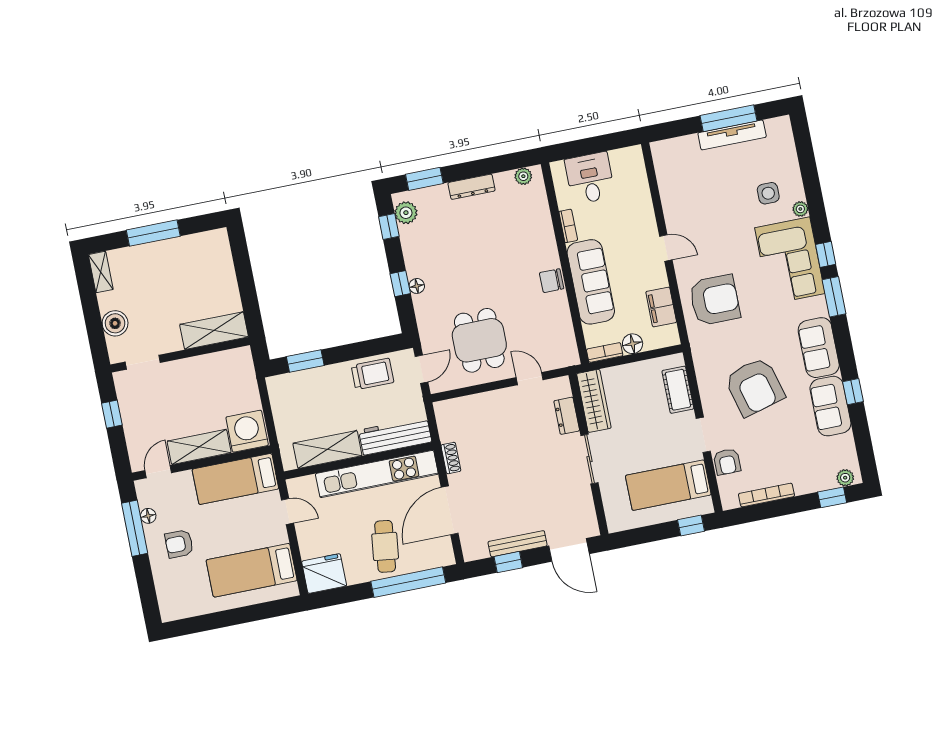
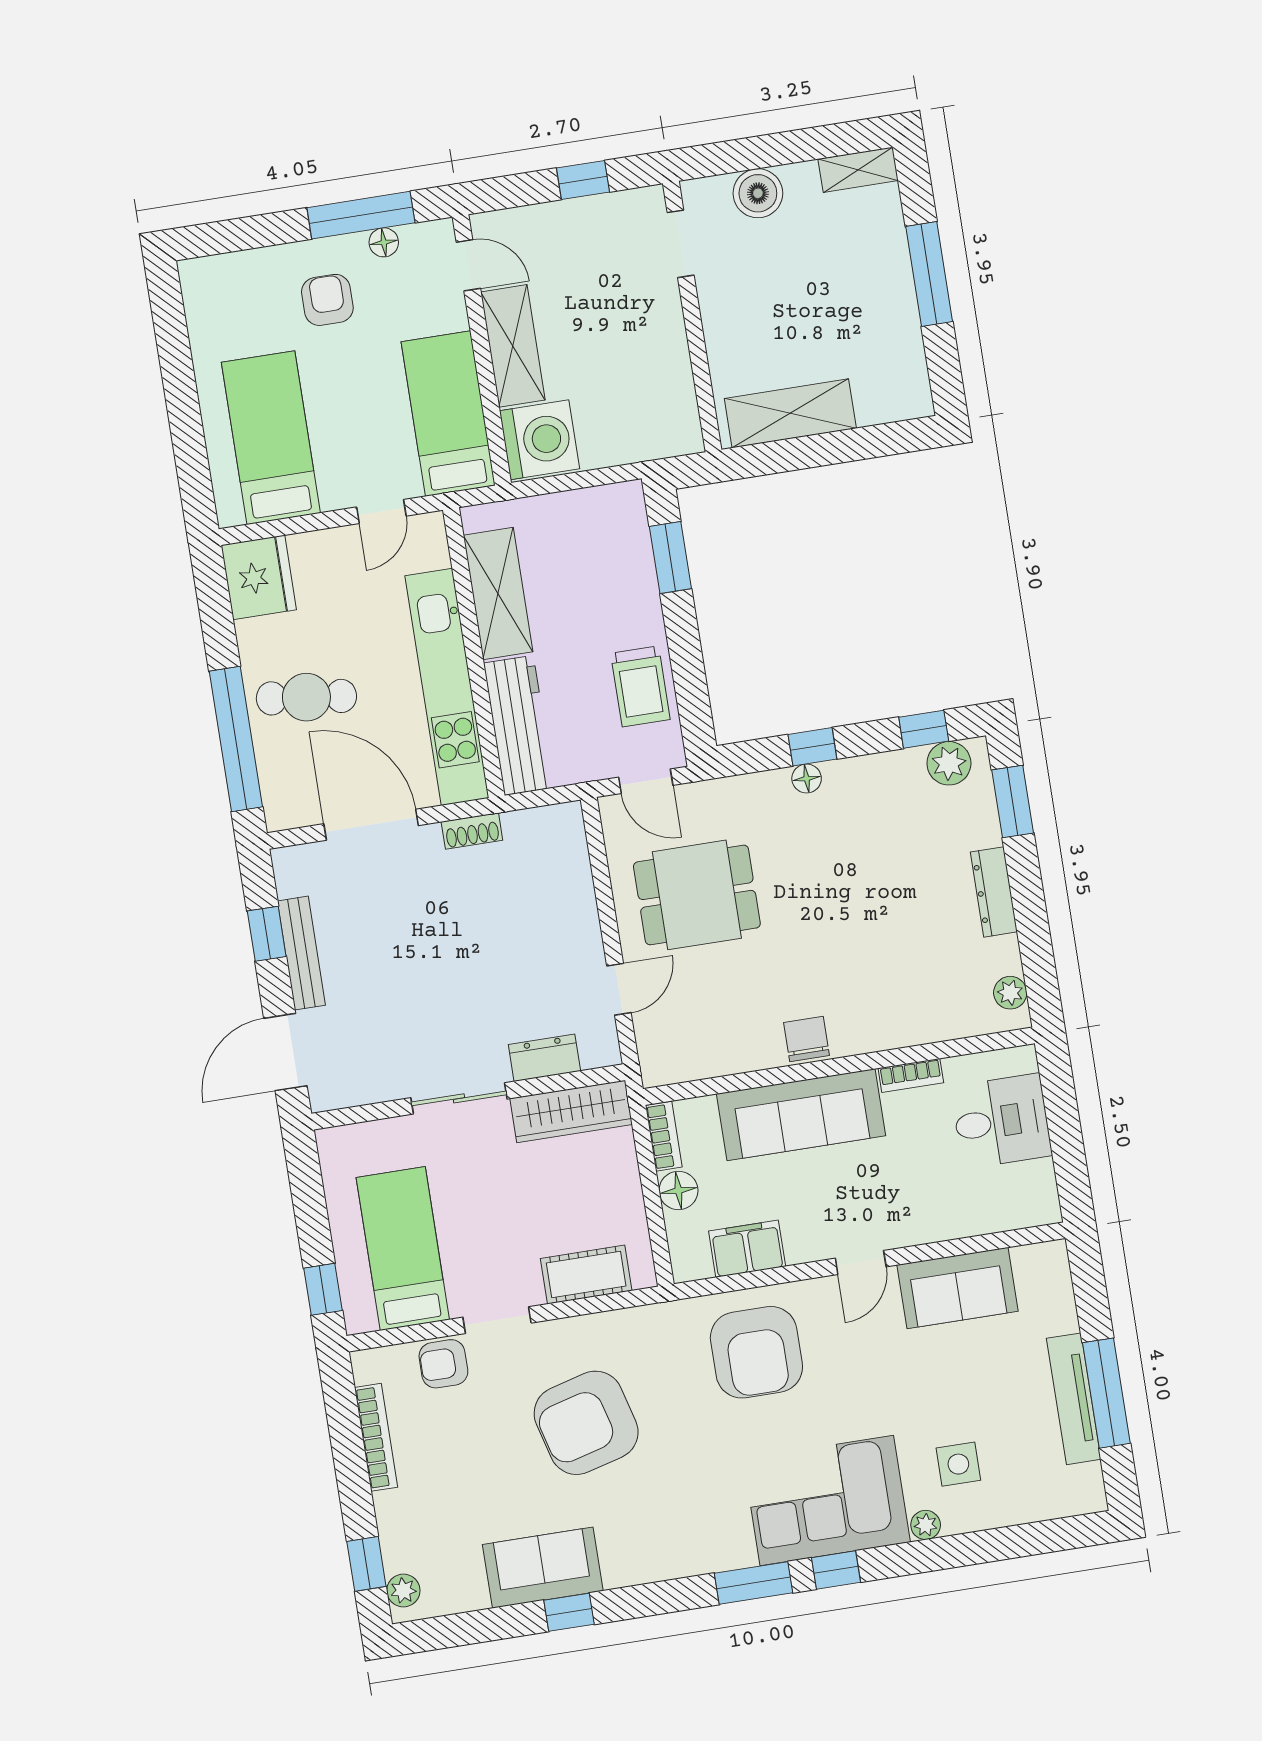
shelving: (214, 331) -> (790, 413), moved, turned 90
sofa: (819, 348) -> (957, 1288), moved, turned 180

